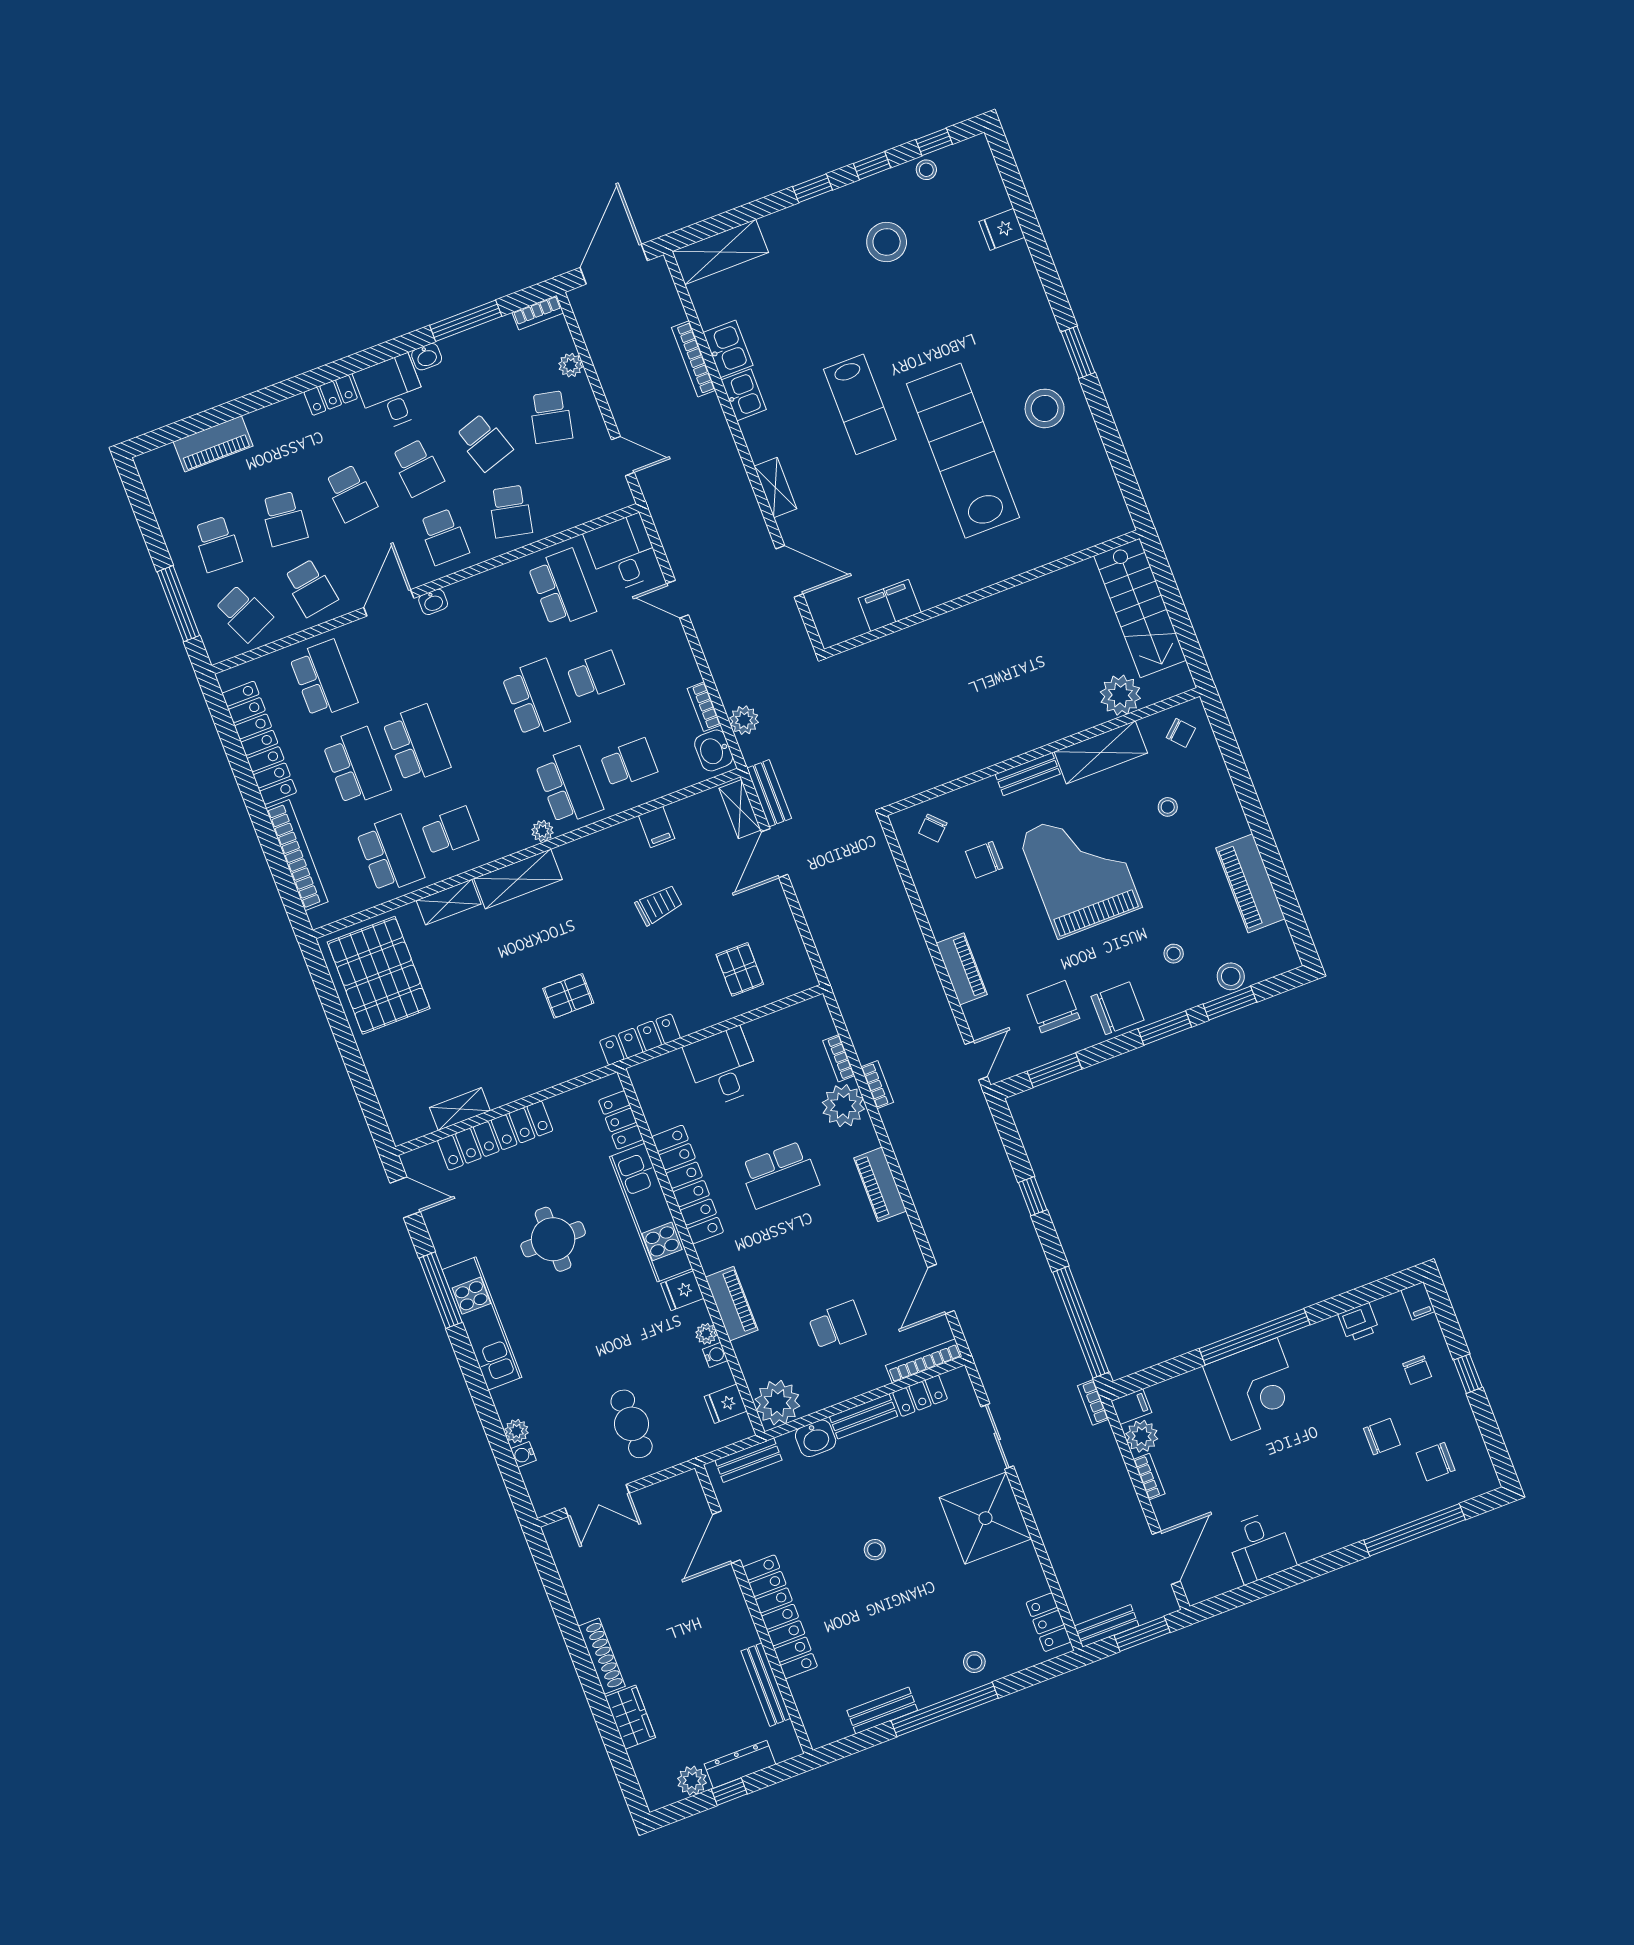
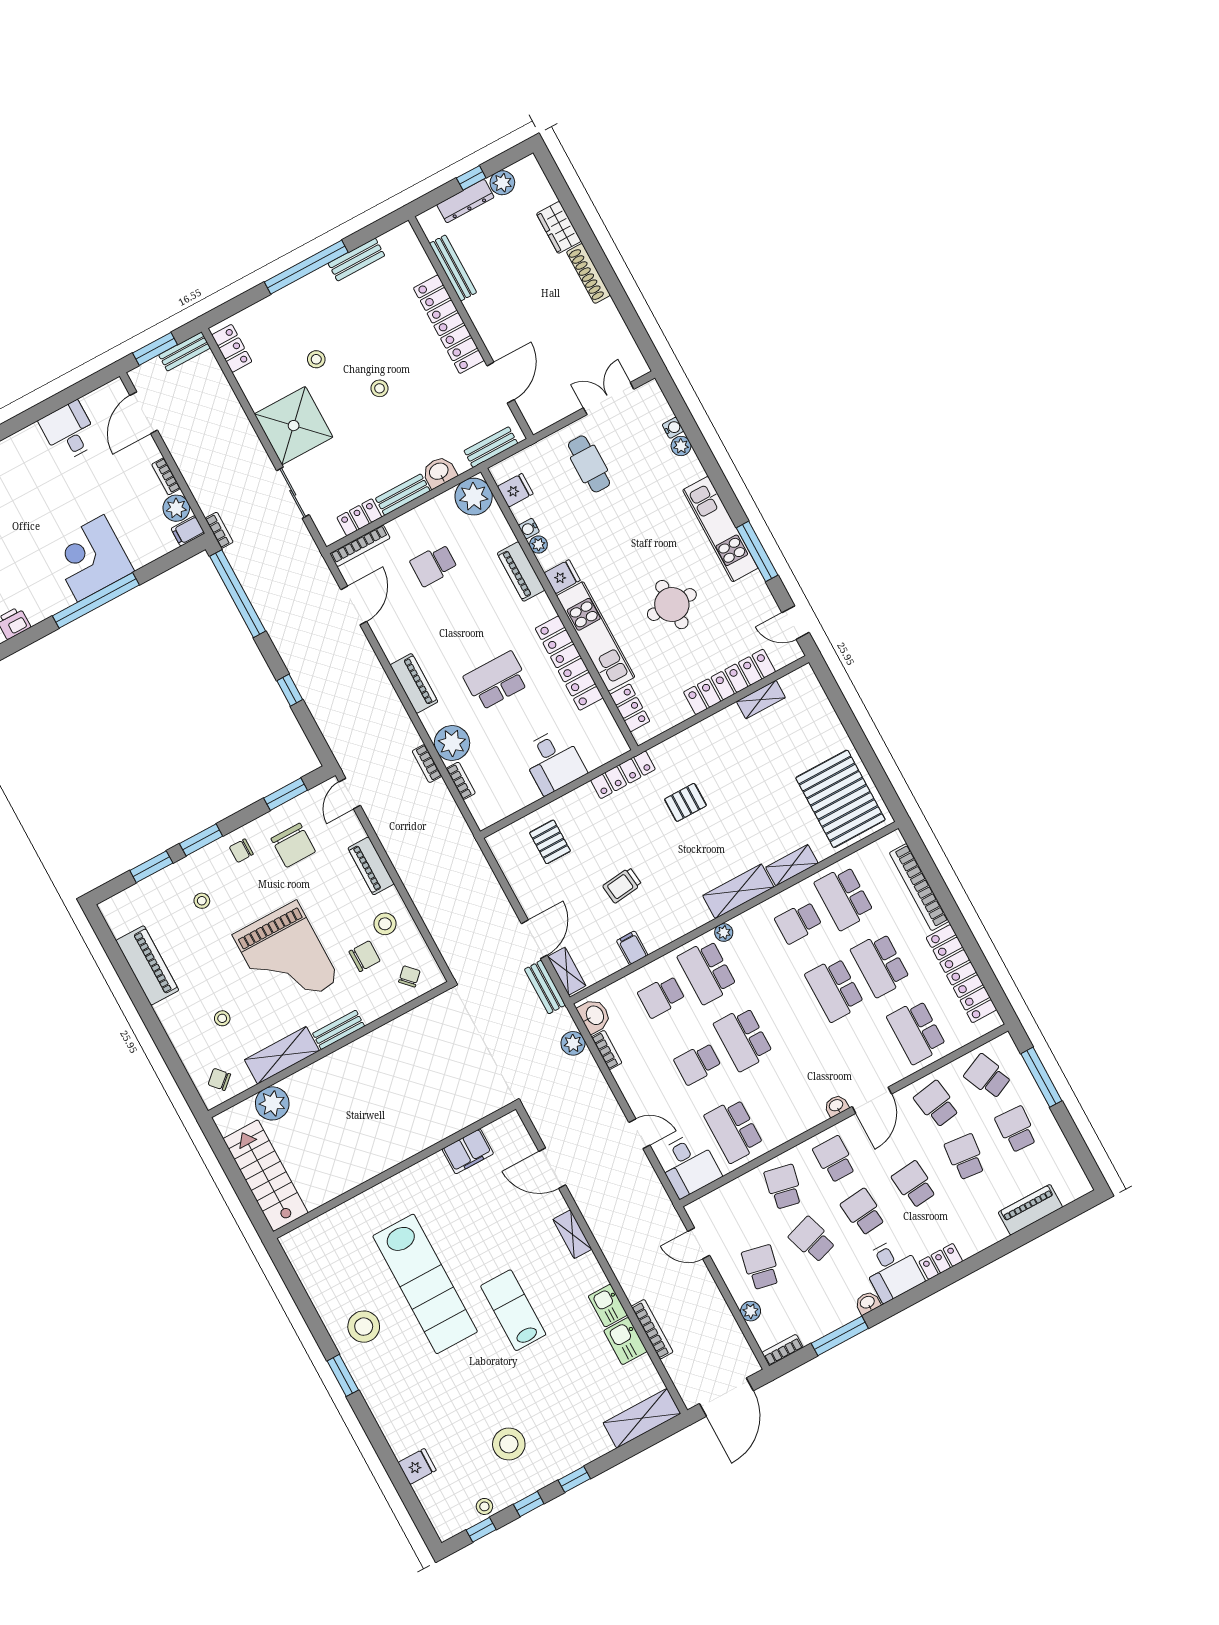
stool: (1231, 976) -> (385, 924), moved
chair: (1117, 1008) -> (241, 851), width x0.54, depth x0.54
stool: (974, 1662) -> (316, 359), moved

